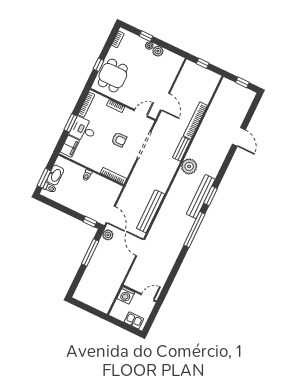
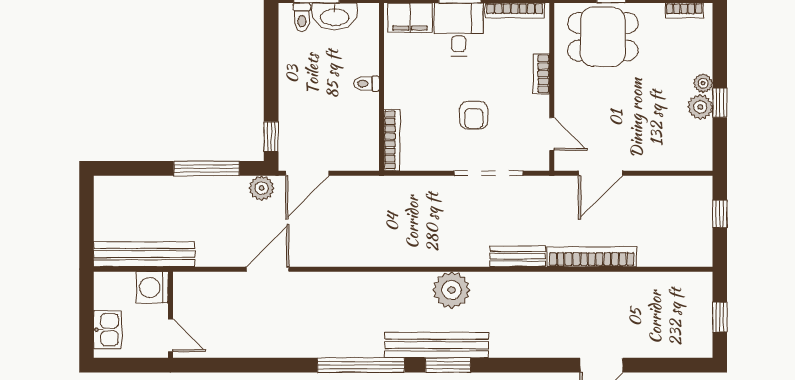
window: (146, 36) -> (720, 103), moved
plant: (189, 166) -> (452, 290), moved
bench: (151, 211) -> (144, 254), moved

